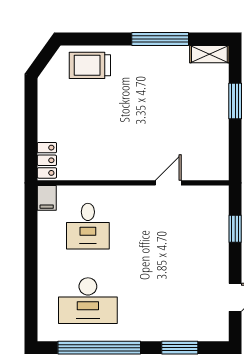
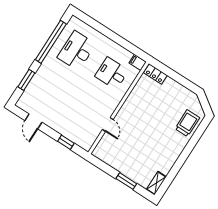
window: (160, 39) -> (178, 164), removed

